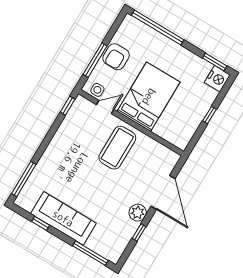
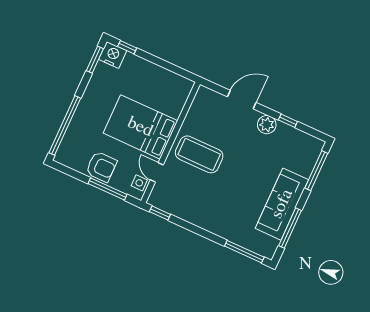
window: (209, 115) -> (127, 47), moved
door: (163, 192) -> (242, 100), width x0.73
window: (41, 223) -> (290, 228), width x2.17

